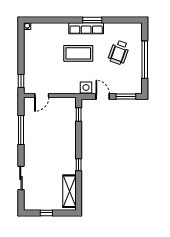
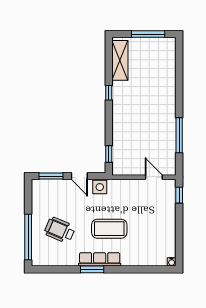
wheelchair: (119, 52) -> (60, 230), turned -87
window: (145, 60) -> (28, 237), moved
door: (42, 96) -> (154, 177), hinge flipped
sliding door: (21, 178) -> (179, 77), removed
window: (46, 213) -> (148, 34), width x2.17

